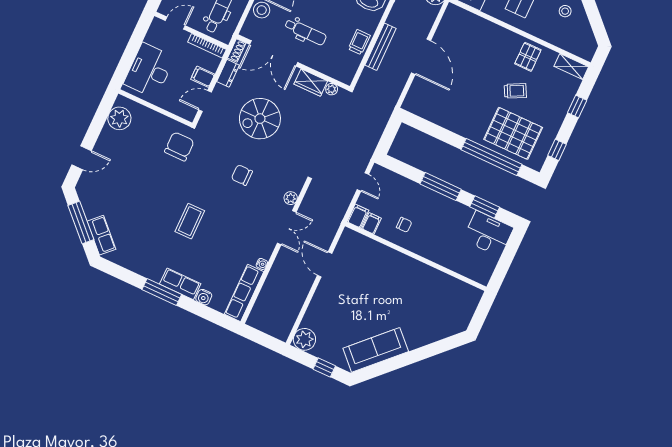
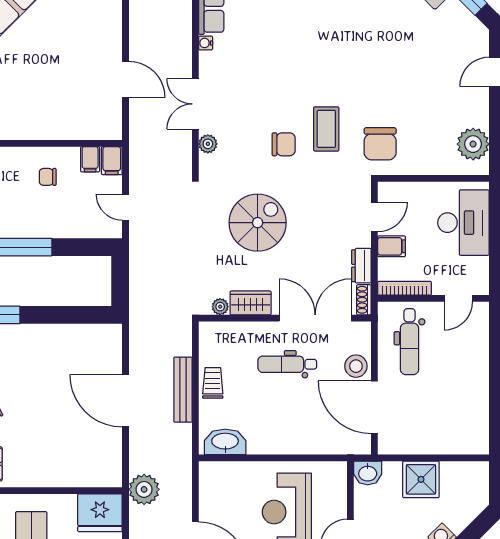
trolley: (359, 42) -> (213, 383), turned 180
spiral stairs: (260, 119) -> (258, 223), moved
coffee table: (190, 221) -> (326, 129), moved

